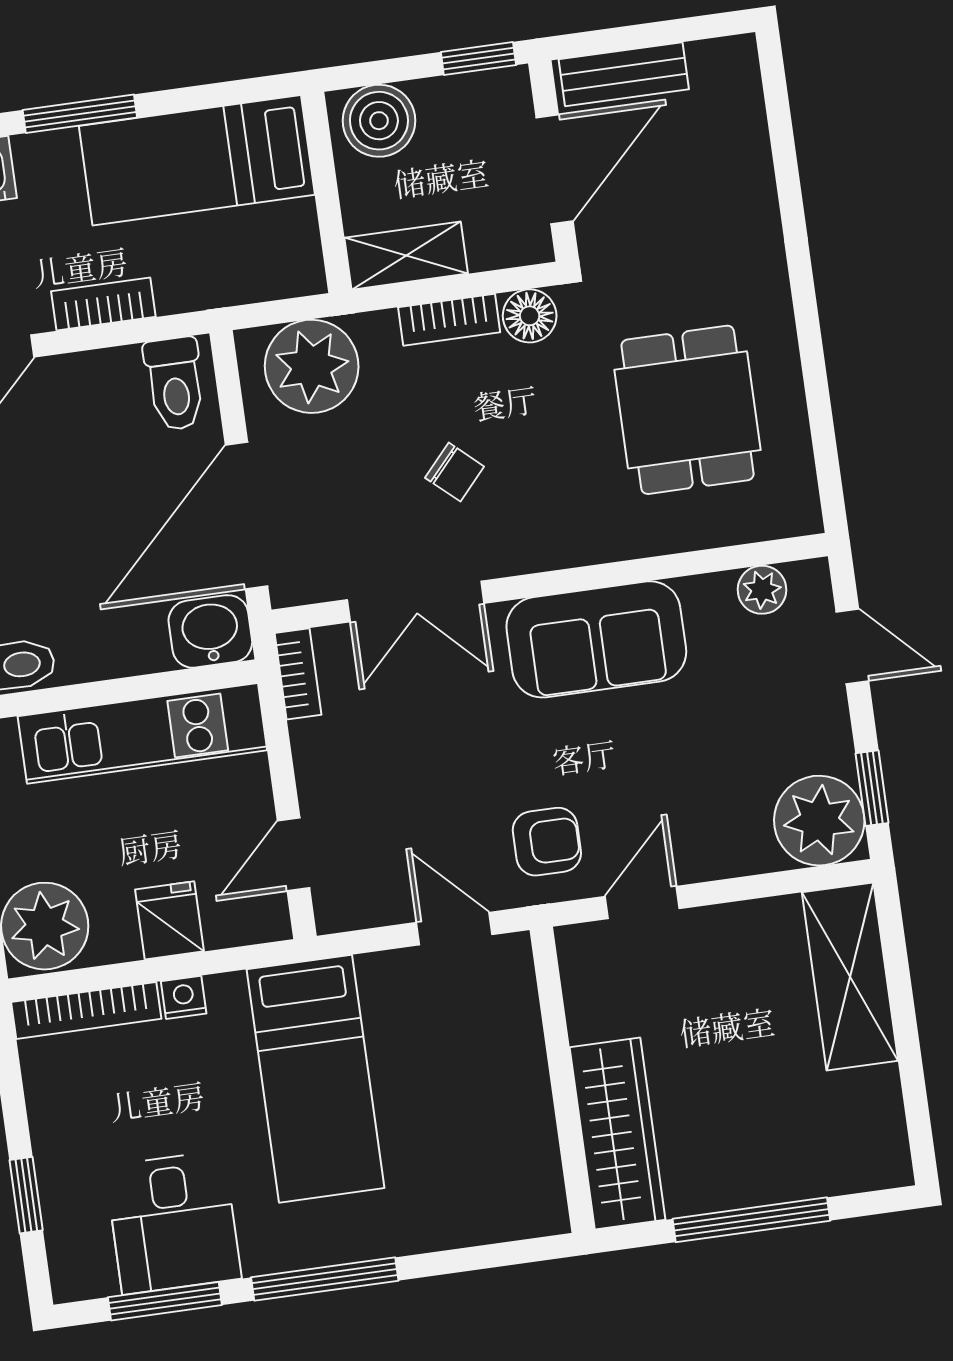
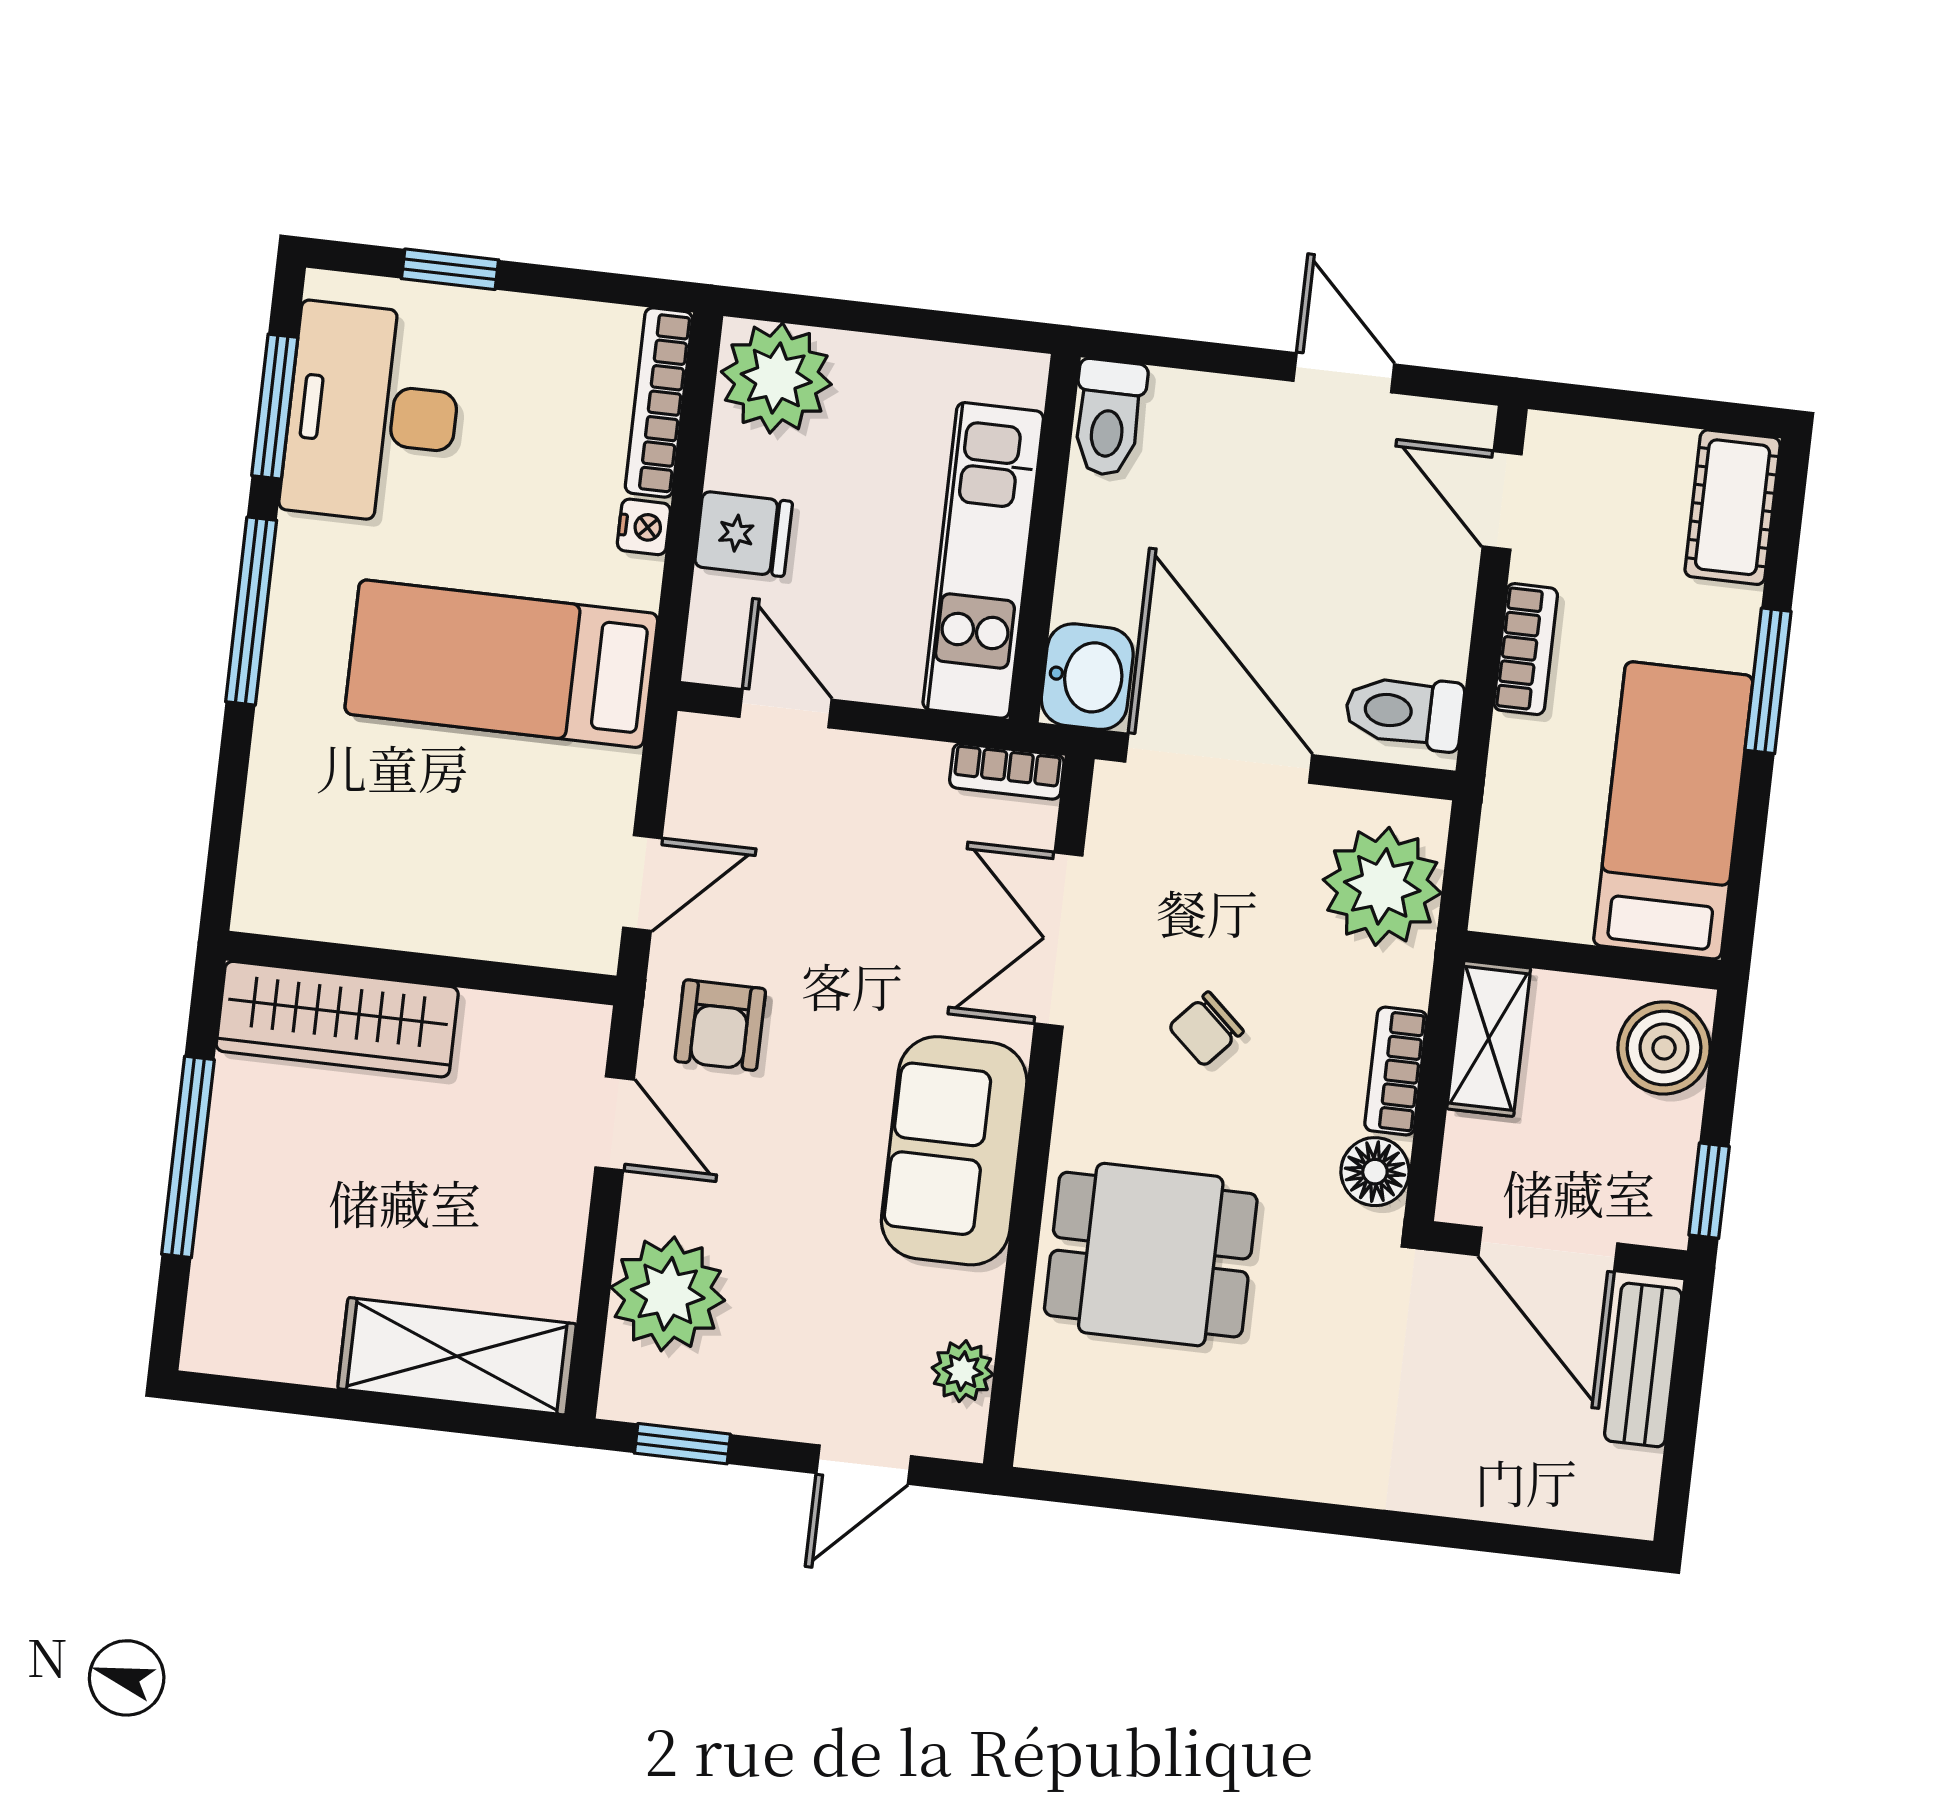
dining table: (688, 410) -> (1151, 1255), moved
plant: (819, 821) -> (668, 1294), moved
desk: (173, 1222) -> (373, 414), width x1.37

